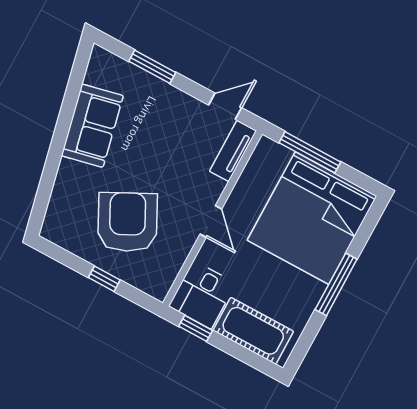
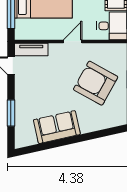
armchair: (127, 222) -> (96, 83), turned 56

